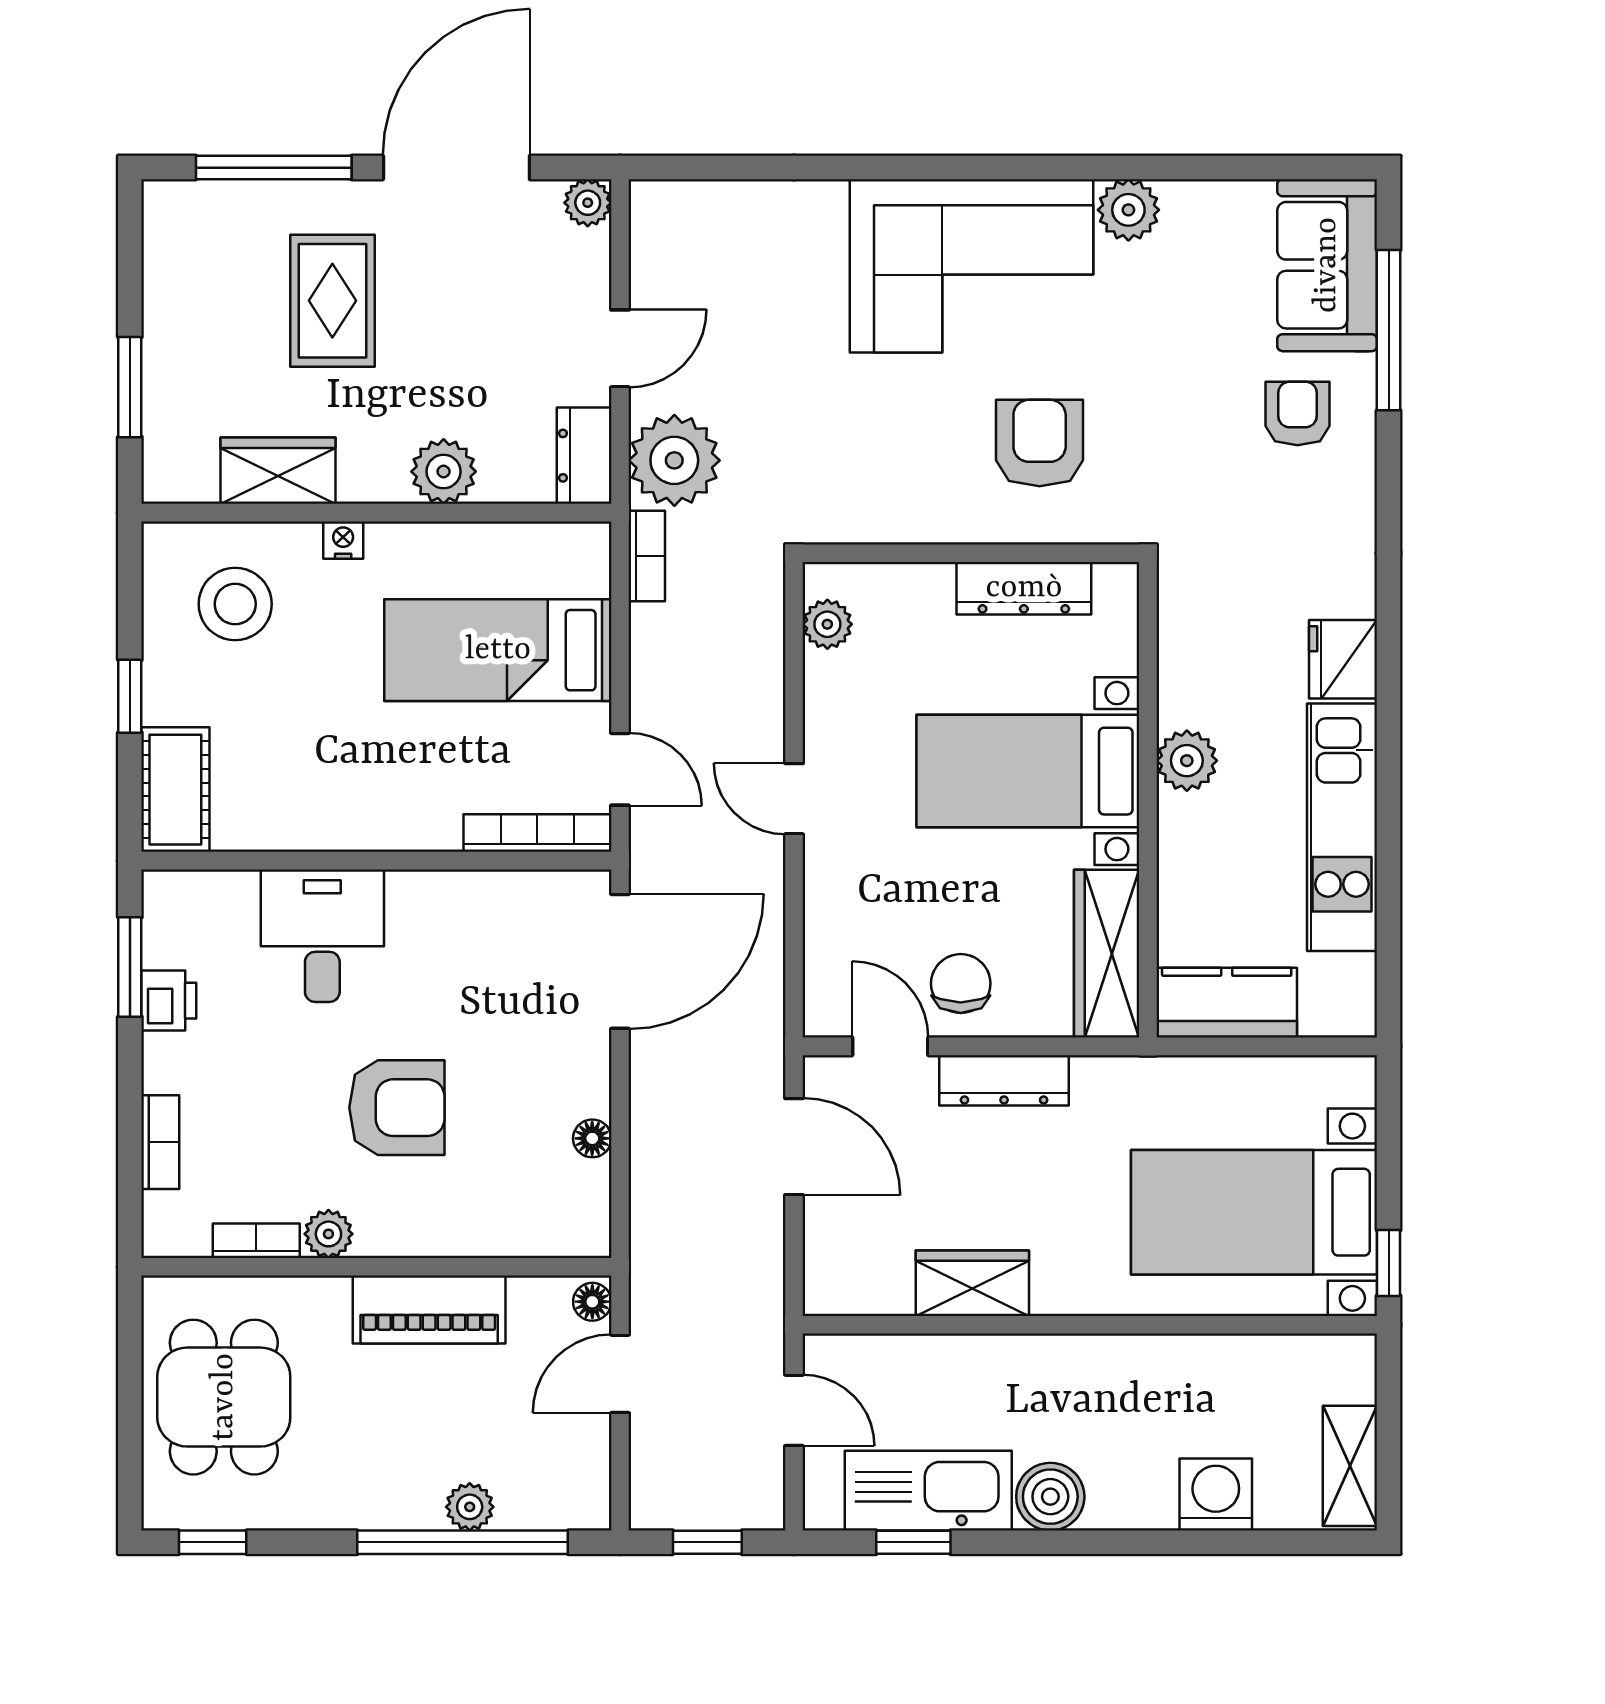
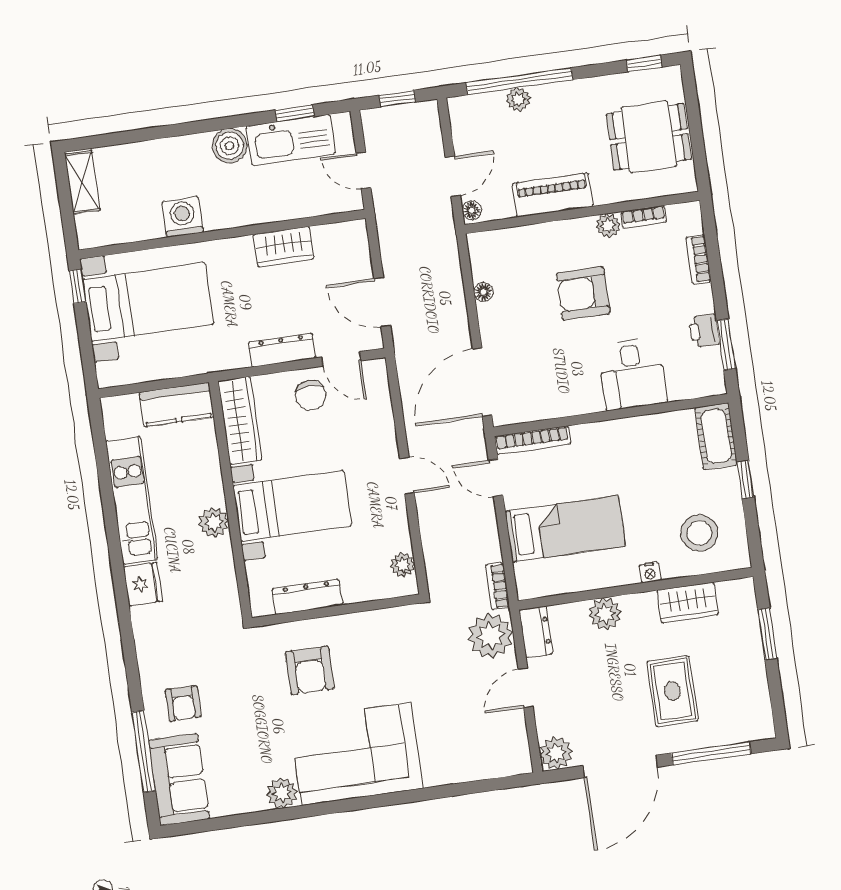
plant: (588, 203) -> (556, 753), width x1.38, depth x1.38
dining table: (224, 1397) -> (649, 137), turned 90
washing machine: (1216, 1495) -> (183, 217), moved, turned 180

